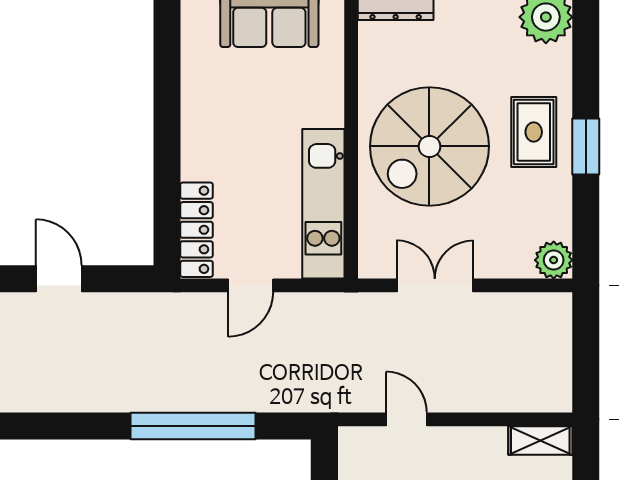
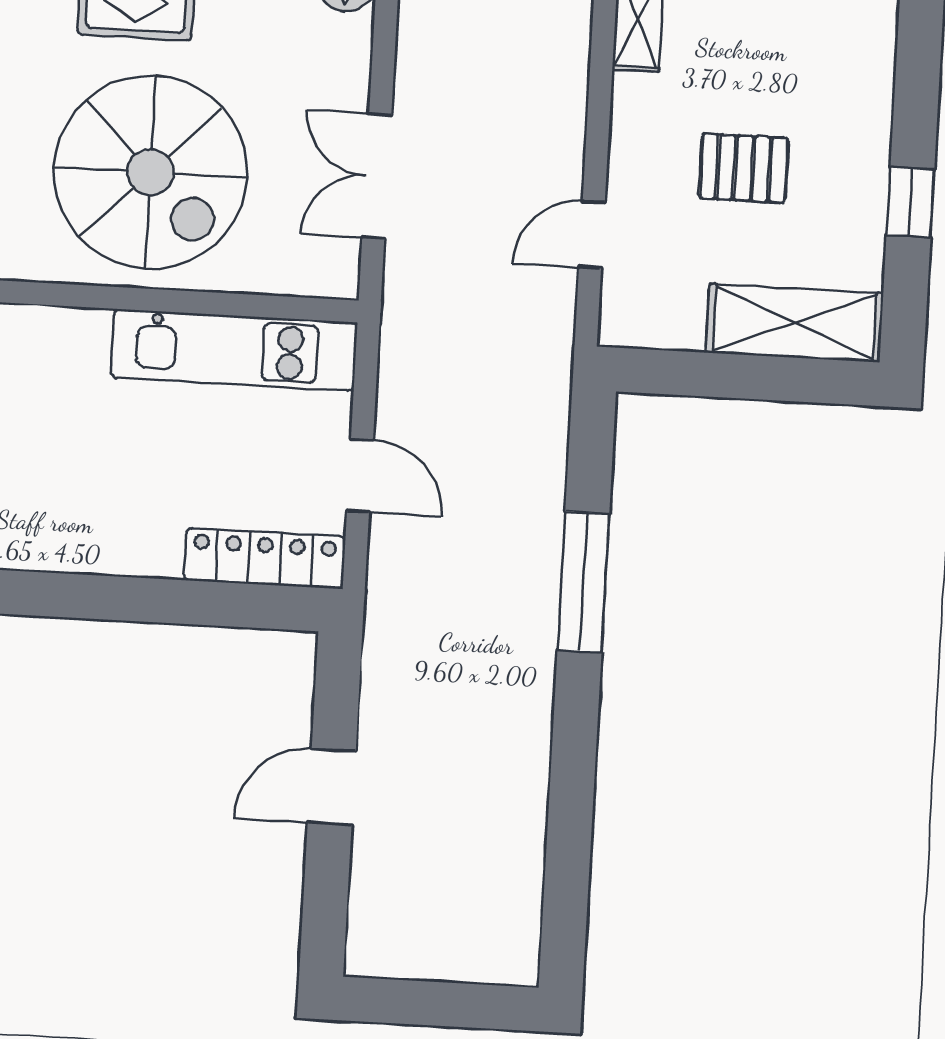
window: (193, 426) -> (583, 582), width x0.68

